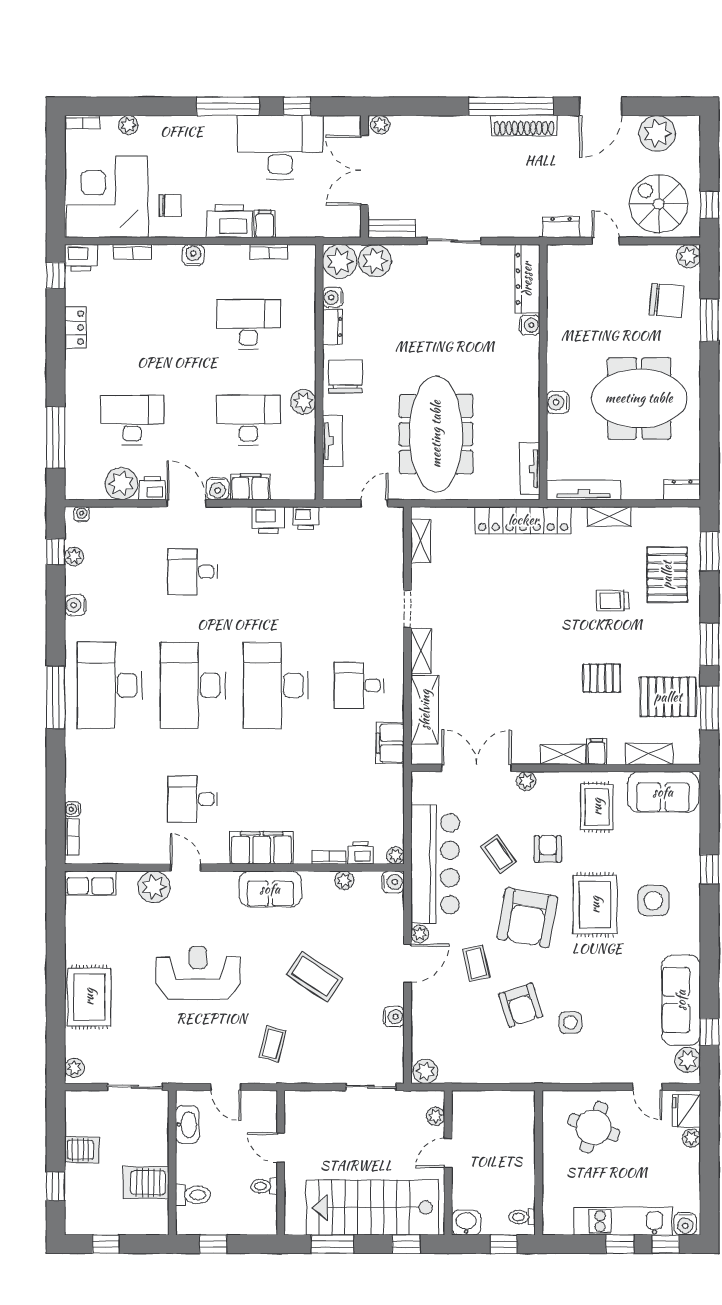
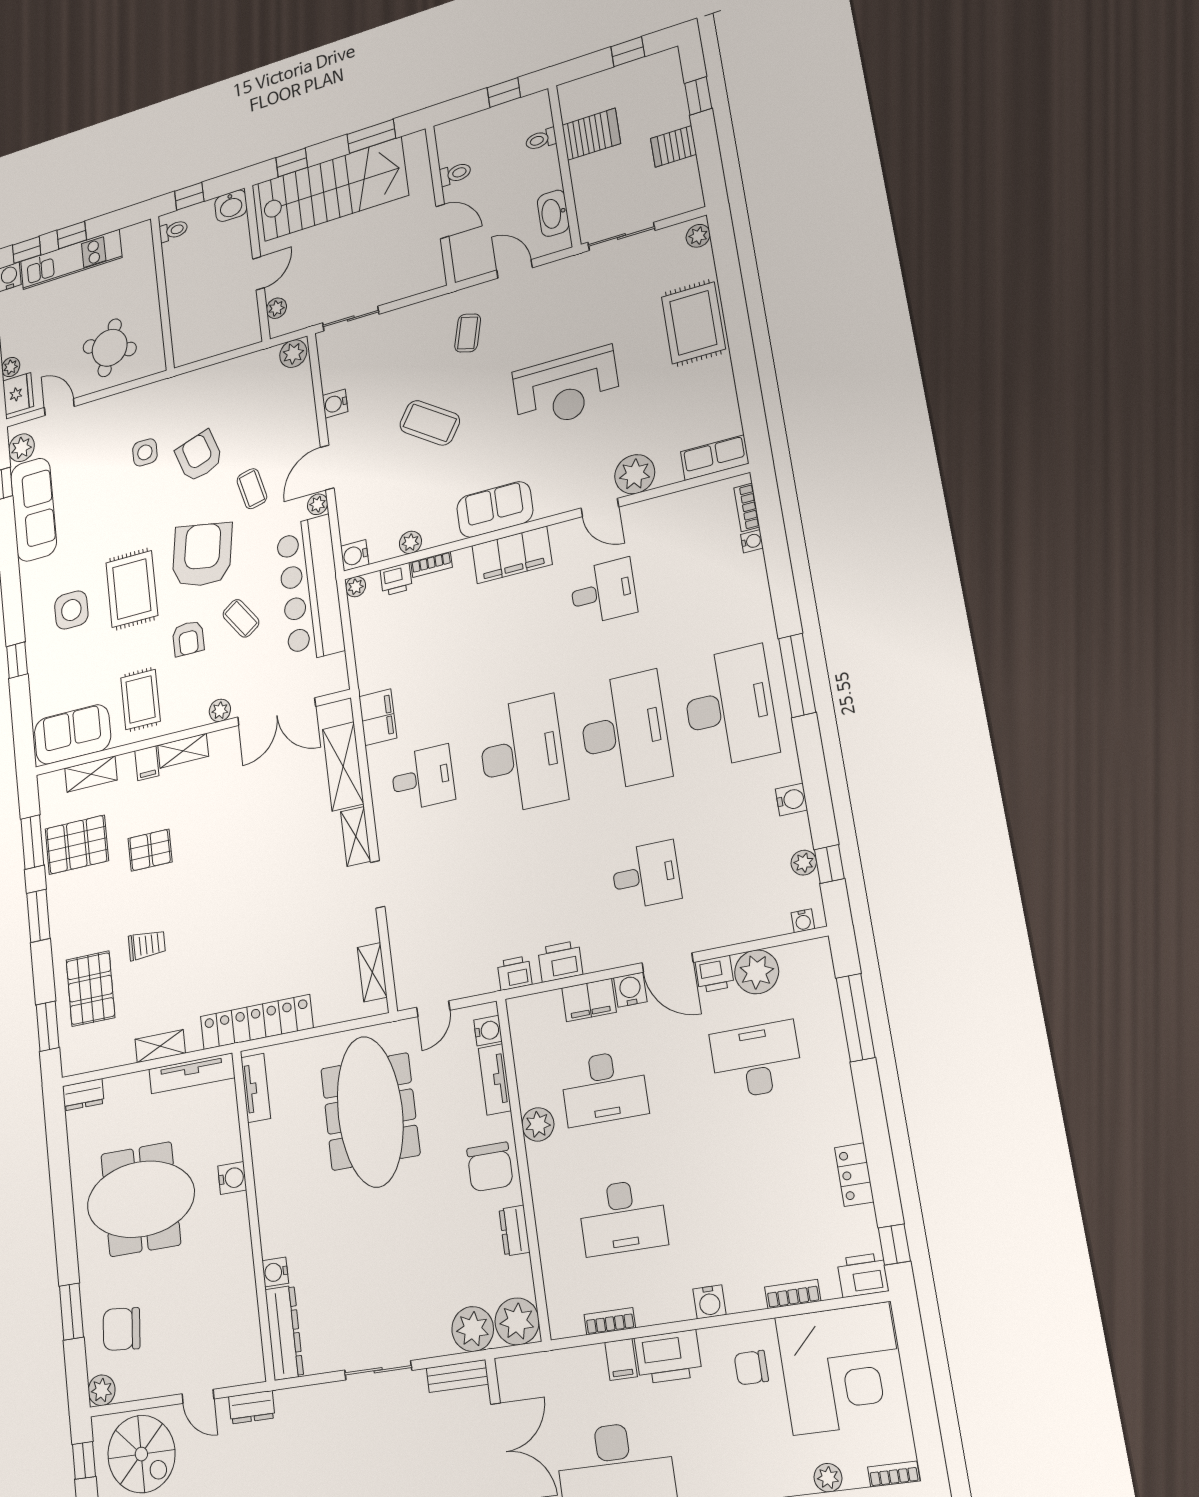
water cooler: (333, 297) -> (488, 1031), moved
desk: (132, 420) -> (756, 1060), turned 180
toilet: (193, 1195) -> (541, 139), width x0.73, depth x0.72

